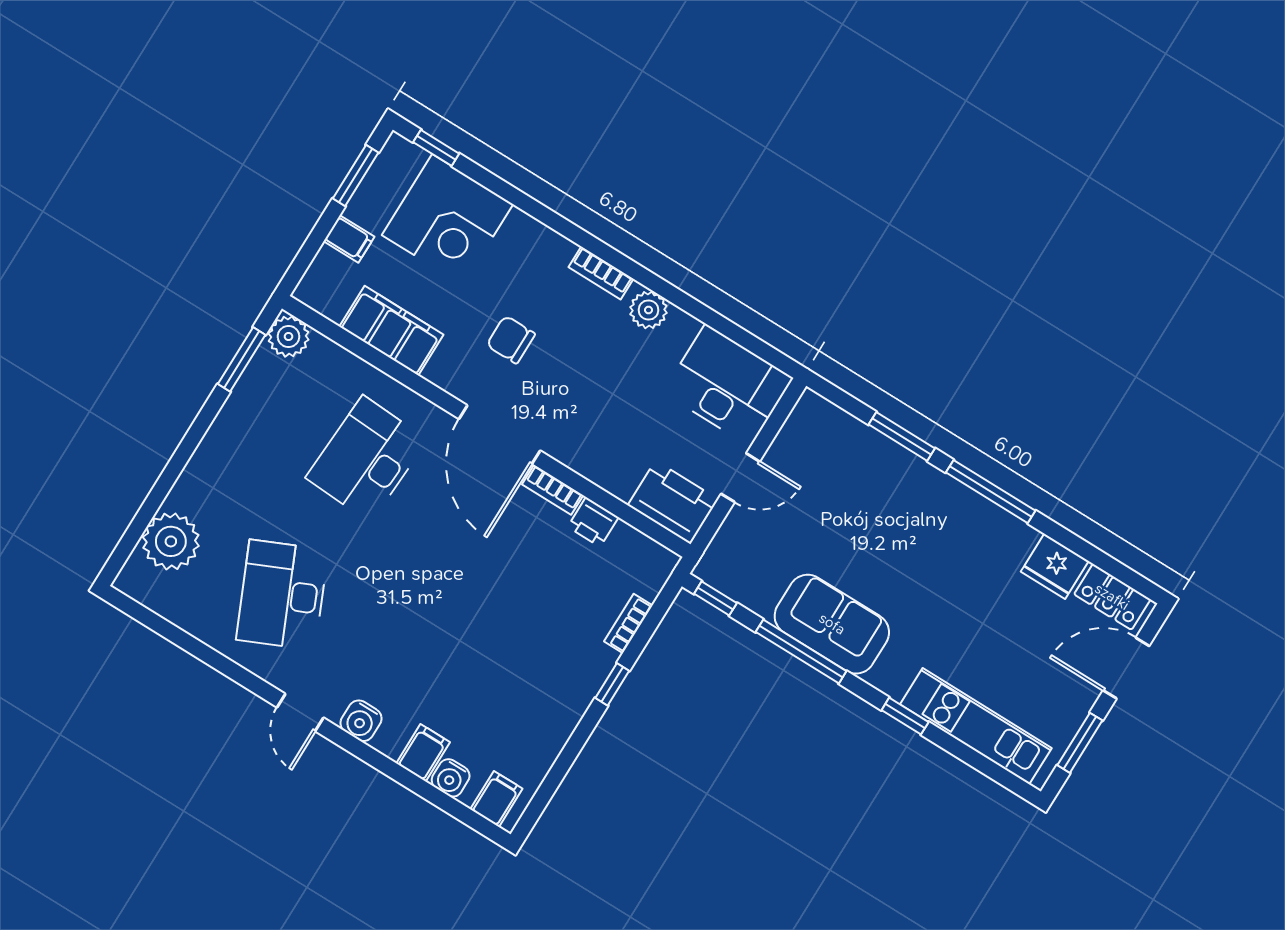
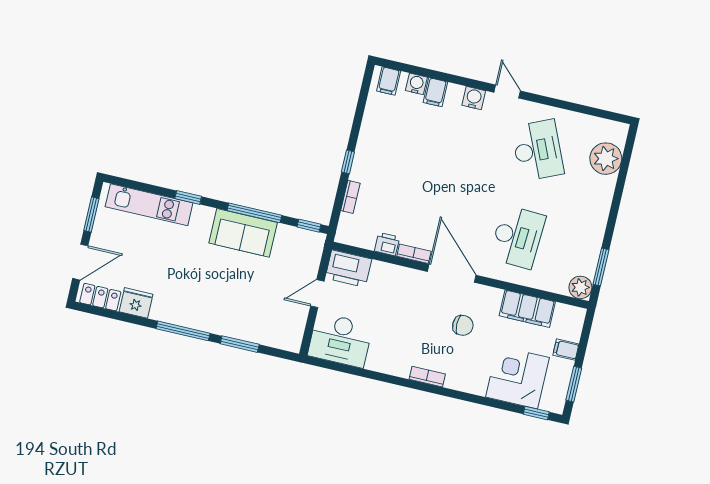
plant: (648, 310) -> (396, 366), removed

